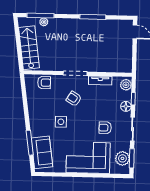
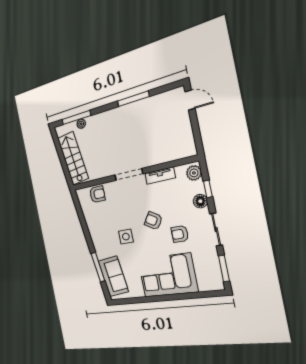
armchair: (74, 99) -> (153, 221), moved
plant: (122, 158) -> (211, 270), removed

